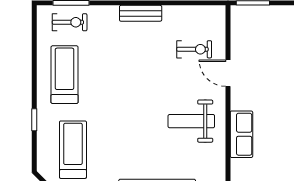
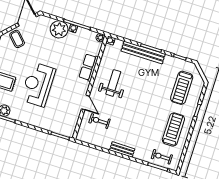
treadmill: (65, 75) -> (173, 130), turned 180
weight bench: (191, 121) -> (113, 83), turned -90

